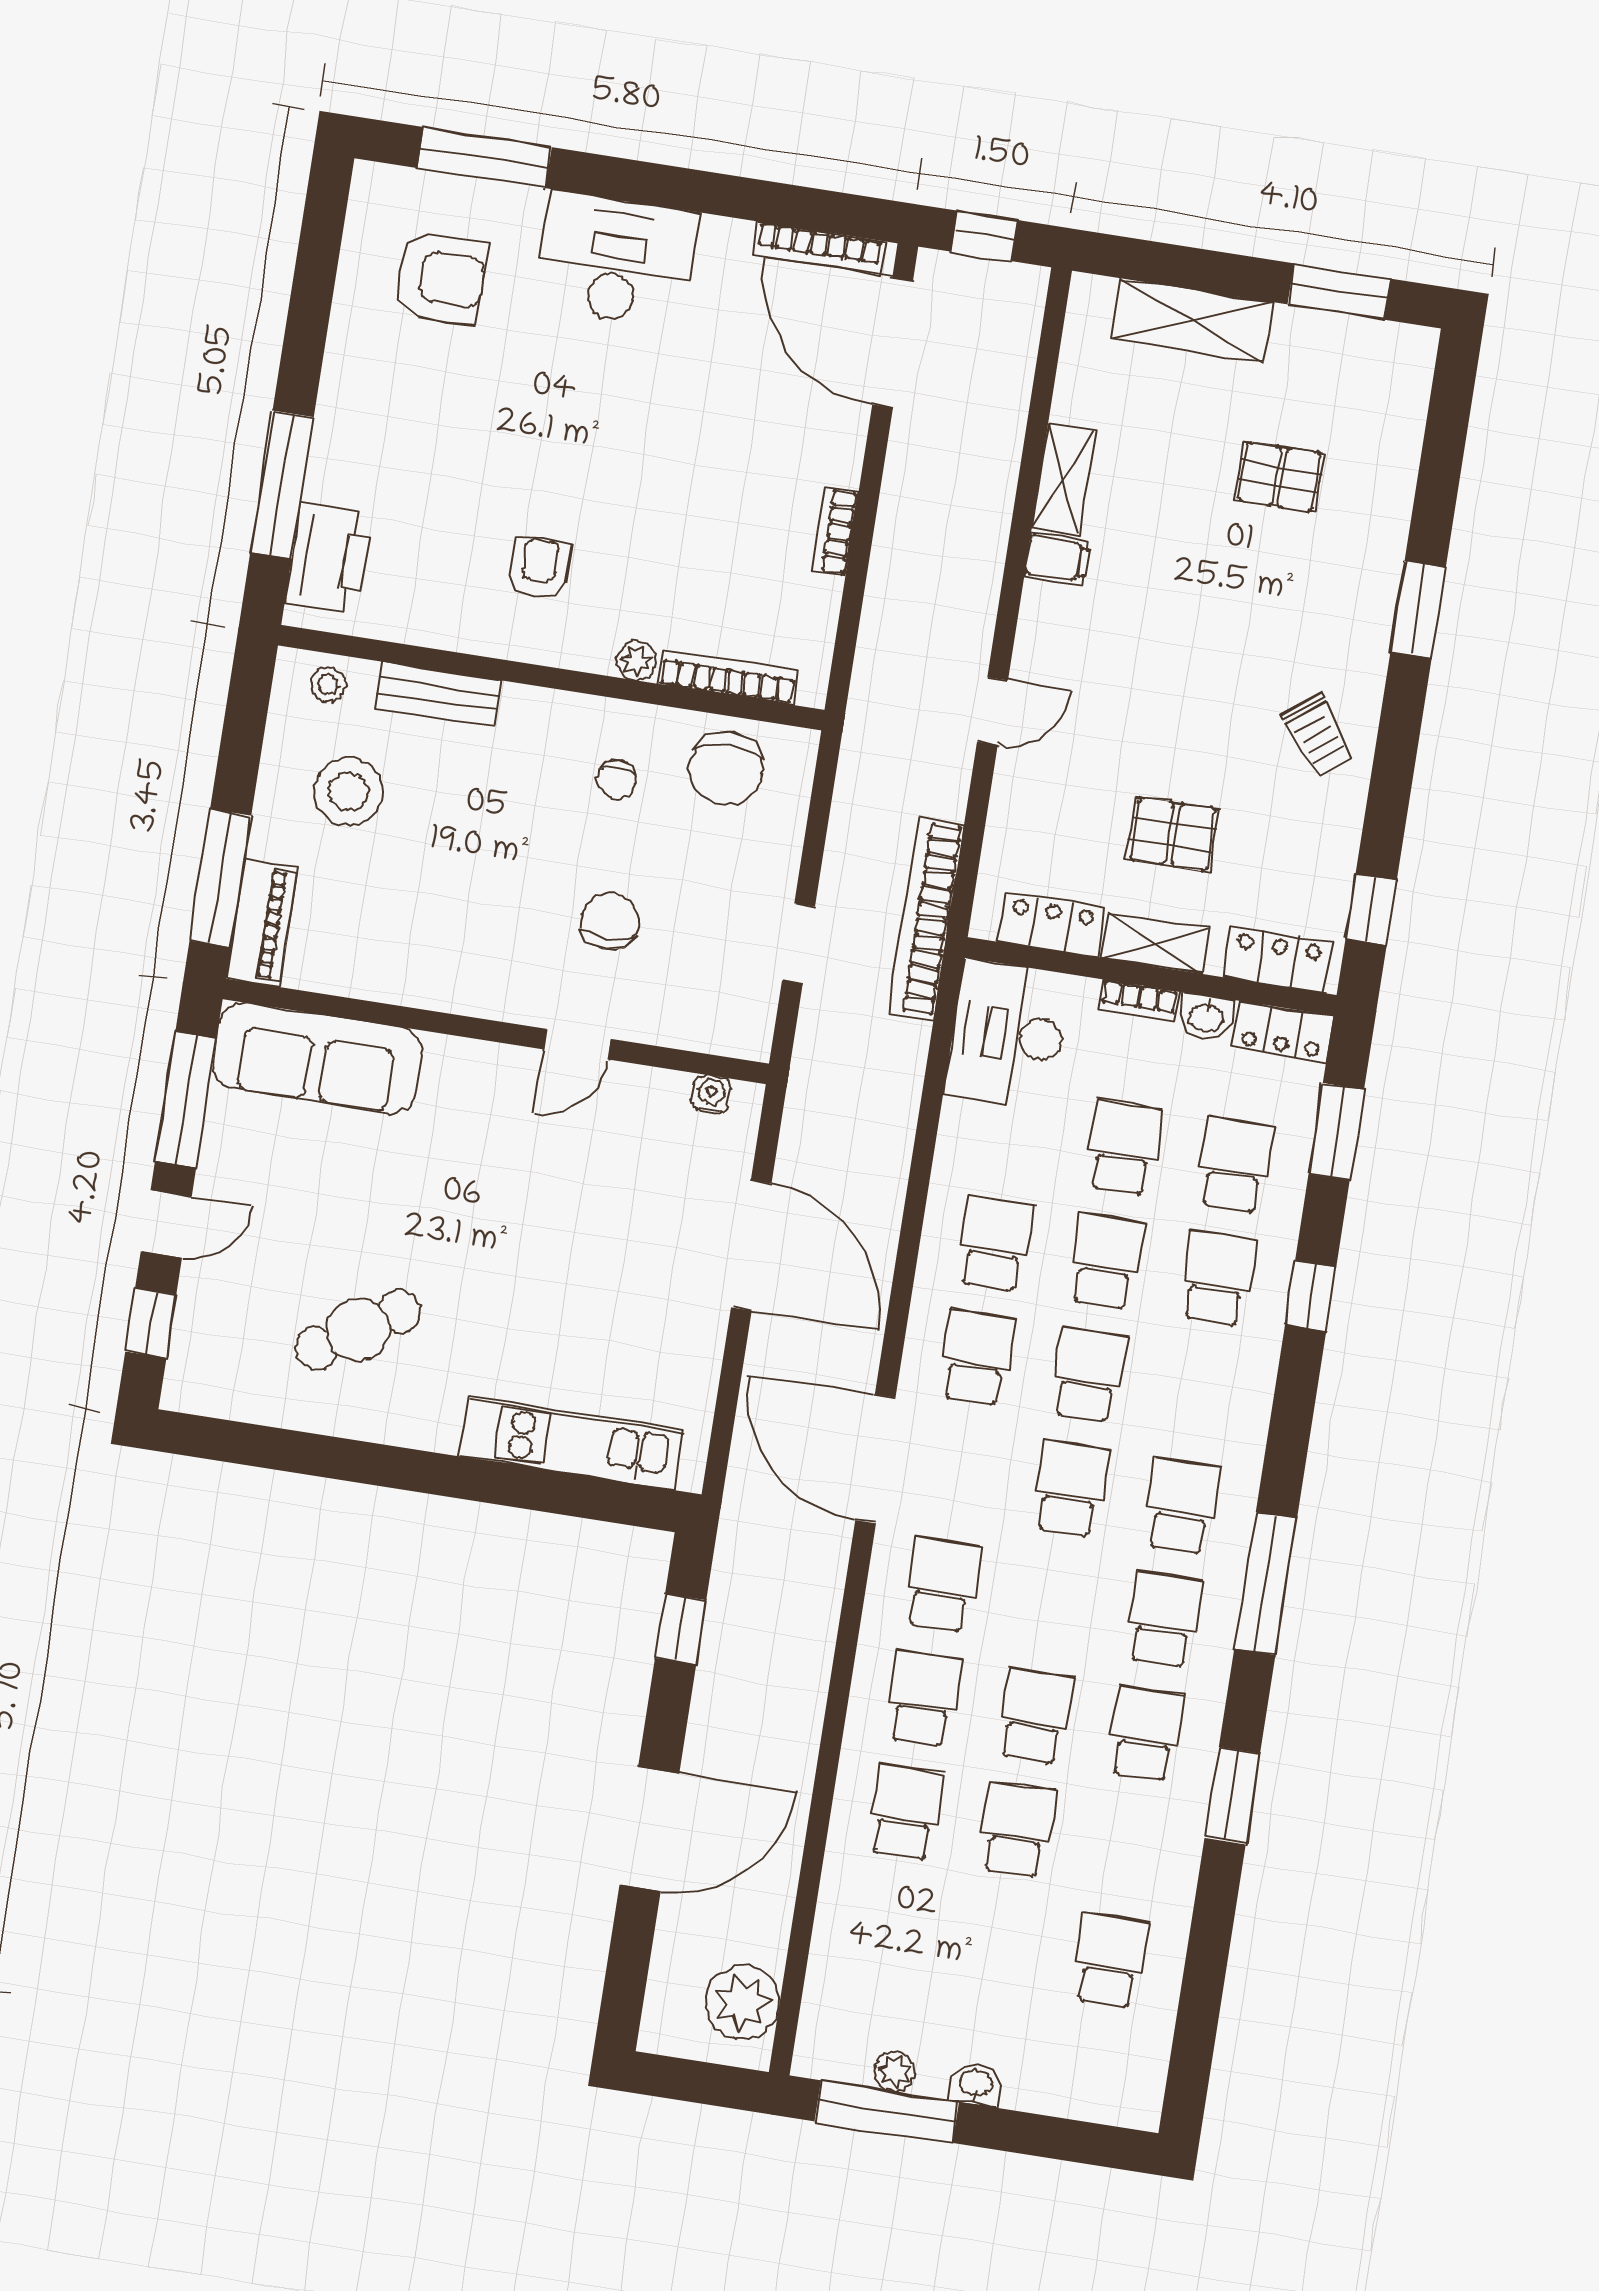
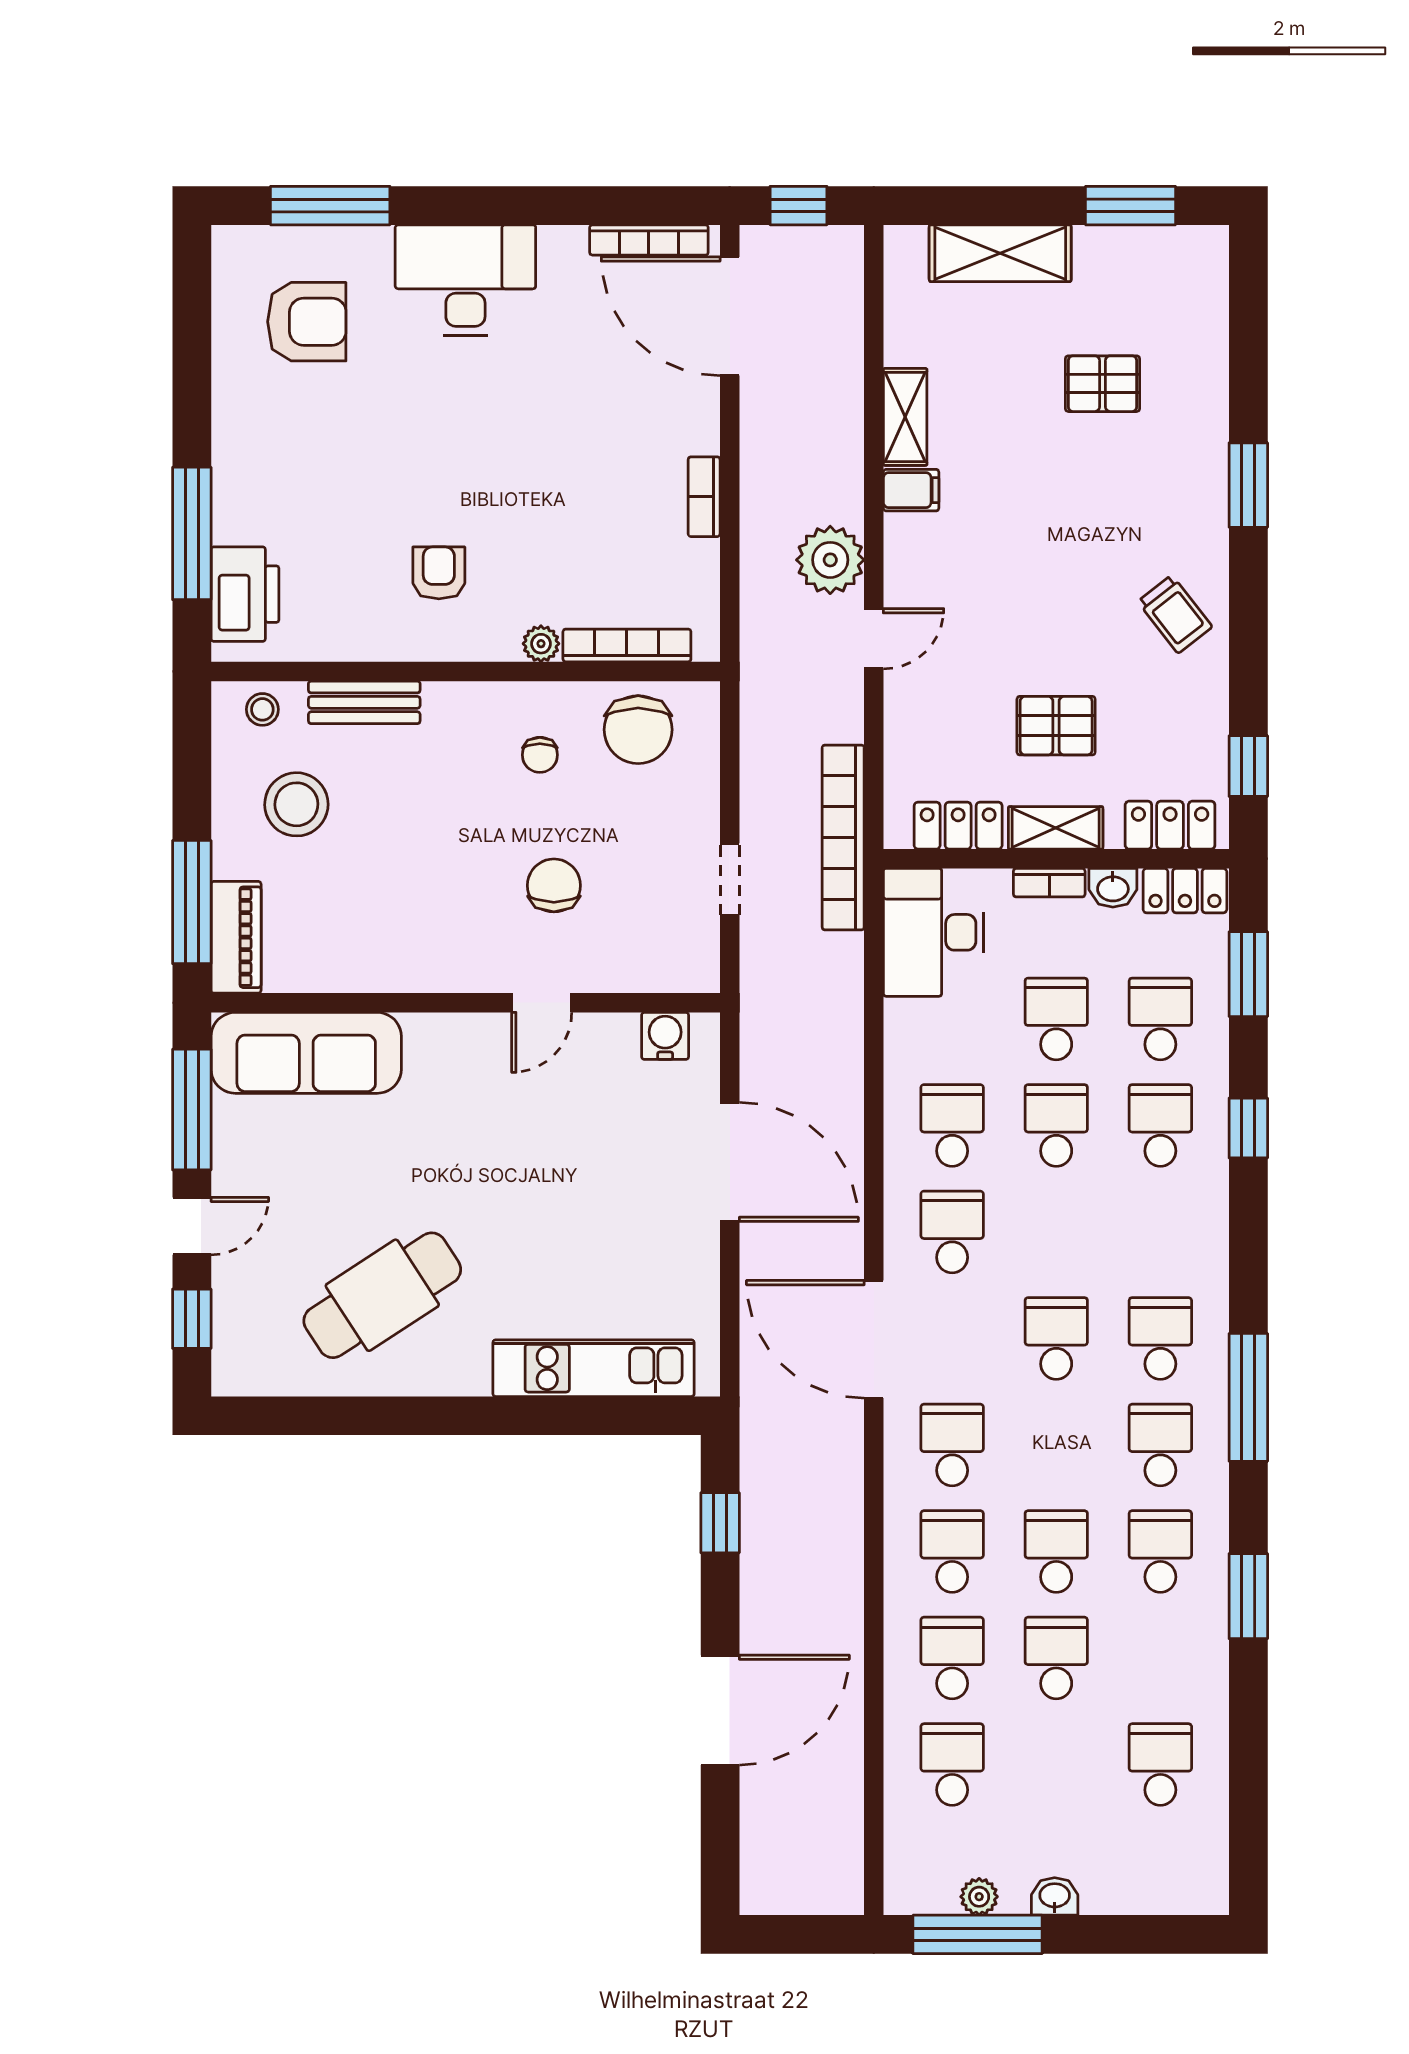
water cooler: (711, 1094) -> (665, 1036), width x1.38, depth x1.38
cafe table: (358, 1330) -> (382, 1295), width x1.37, depth x1.35
school desk: (1088, 1375) -> (952, 1765), moved
plant: (743, 2002) -> (830, 560), moved

